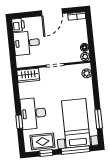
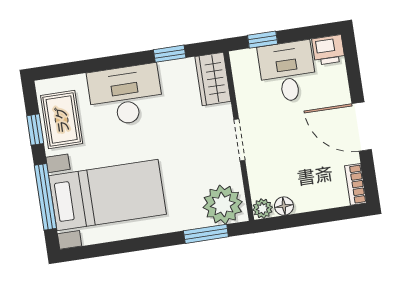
window: (12, 53) -> (263, 40), added
plant: (87, 73) -> (223, 205), width x1.88, depth x1.88
window: (99, 119) -> (206, 234), moved
window: (19, 122) -> (170, 54), moved

